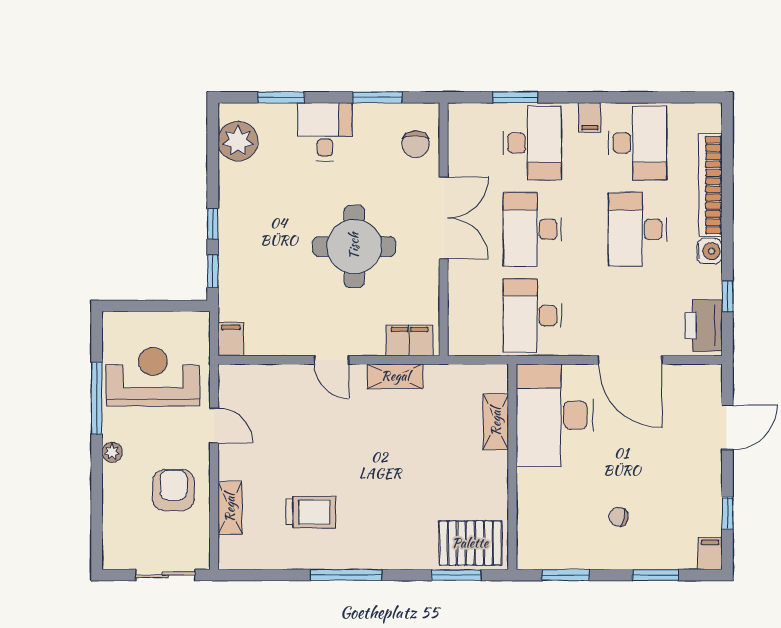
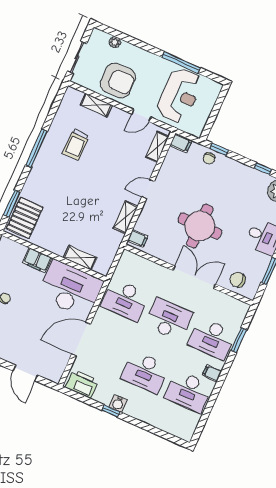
bookcase: (710, 185) -> (151, 419), removed
double door: (444, 218) -> (194, 277), swing flipped
window: (213, 224) -> (263, 169), moved
desk: (637, 229) -> (145, 372), turned 180
chair: (235, 281) -> (209, 158), added
window: (727, 296) -> (111, 411), moved
desk: (532, 316) -> (125, 300), turned 180
filing cabinet: (409, 340) -> (138, 239), width x0.50
shelving: (255, 376) -> (157, 147), added
plant: (112, 452) -> (115, 42), moved
armchair: (173, 490) -> (118, 81), width x1.36, depth x1.36
filing cabinet: (531, 491) -> (37, 260), added

